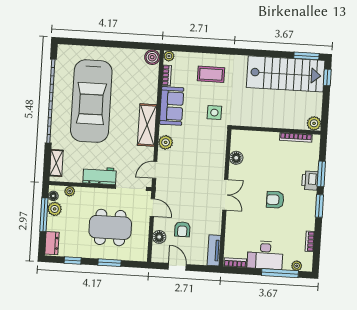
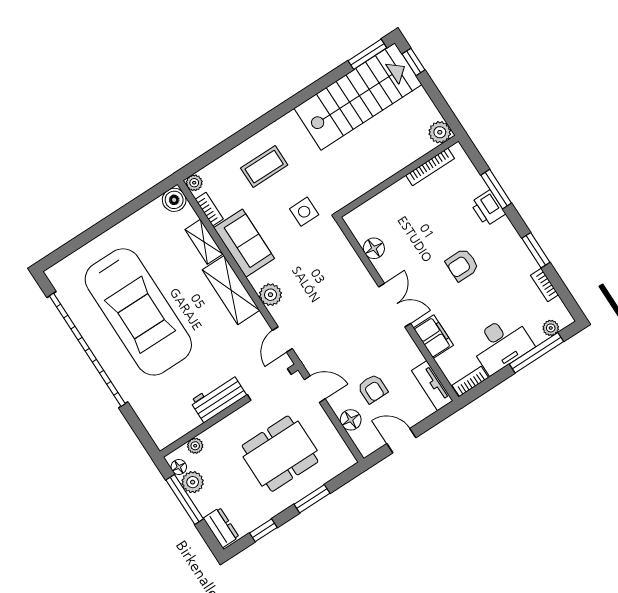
shelving: (56, 163) -> (204, 242), moved
window: (319, 206) -> (536, 250), moved
filing cabinet: (233, 226) -> (433, 337), added

